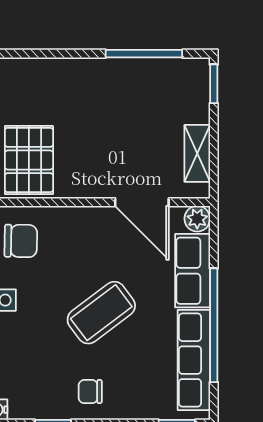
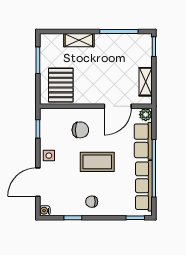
shelving: (65, 71) -> (79, 40), added
door: (142, 202) -> (118, 106), hinge flipped
chair: (21, 241) -> (80, 130), moved
coffee table: (101, 313) -> (97, 162), turned 37

